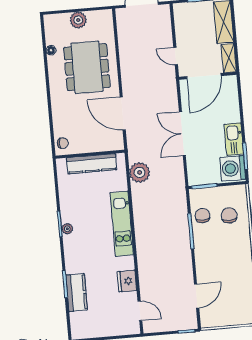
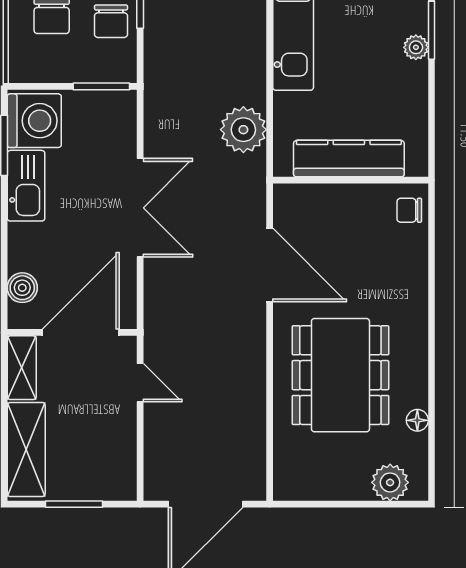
plant: (78, 20) -> (390, 482), moved
boiler: (232, 94) -> (22, 288), added
plant: (67, 229) -> (416, 47), moved

